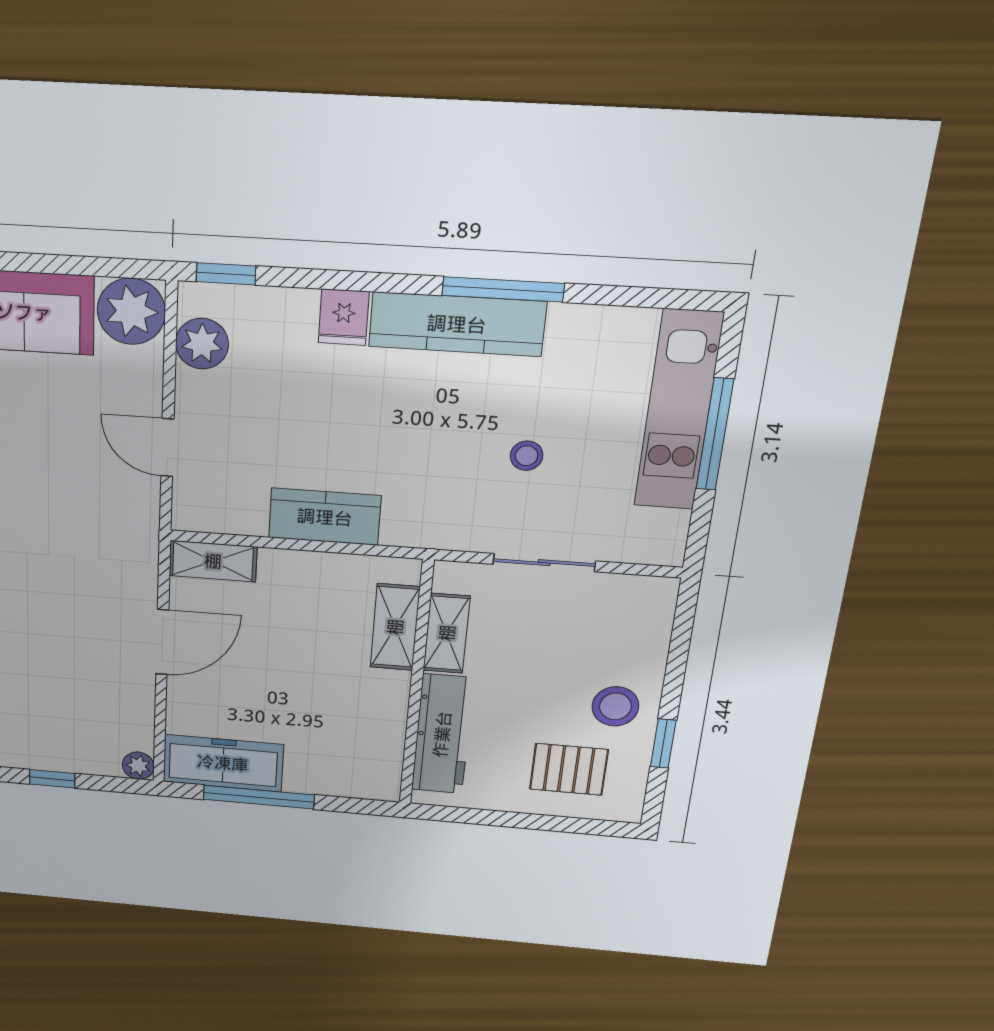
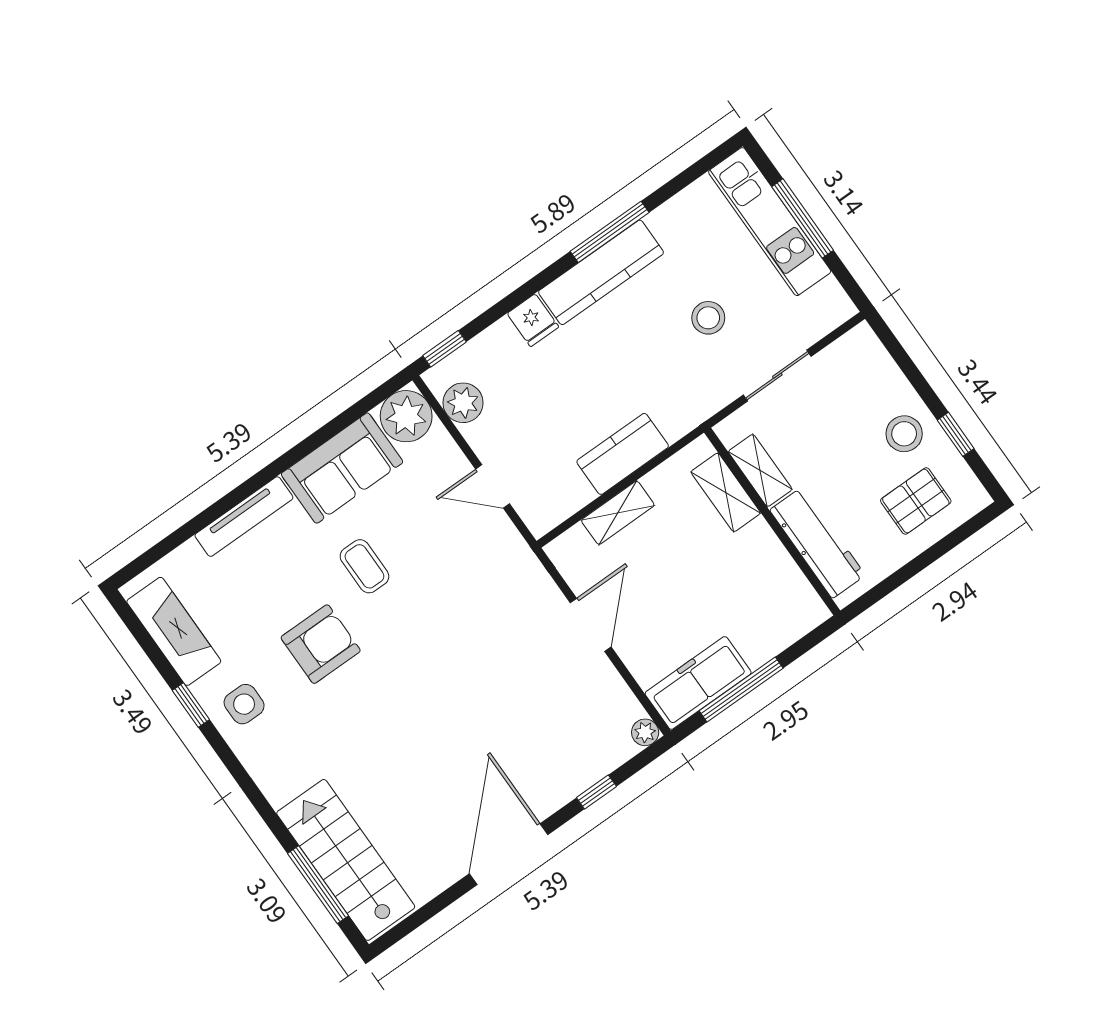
stool: (527, 456) -> (708, 318), width x1.37, depth x1.37
shelving: (213, 561) -> (618, 513), moved

